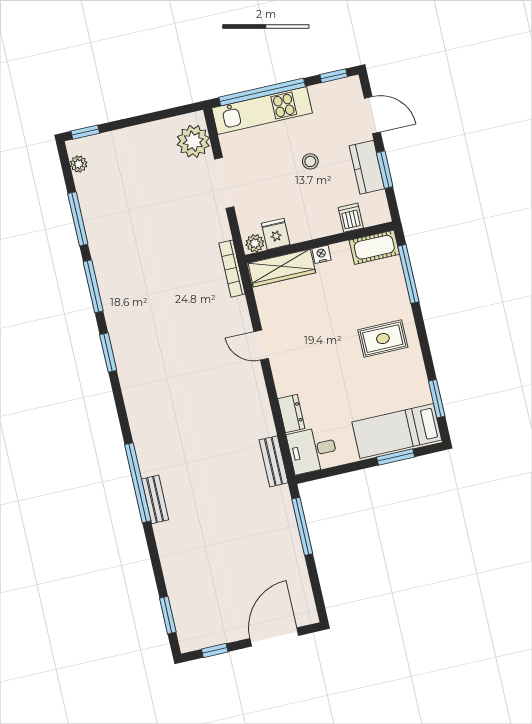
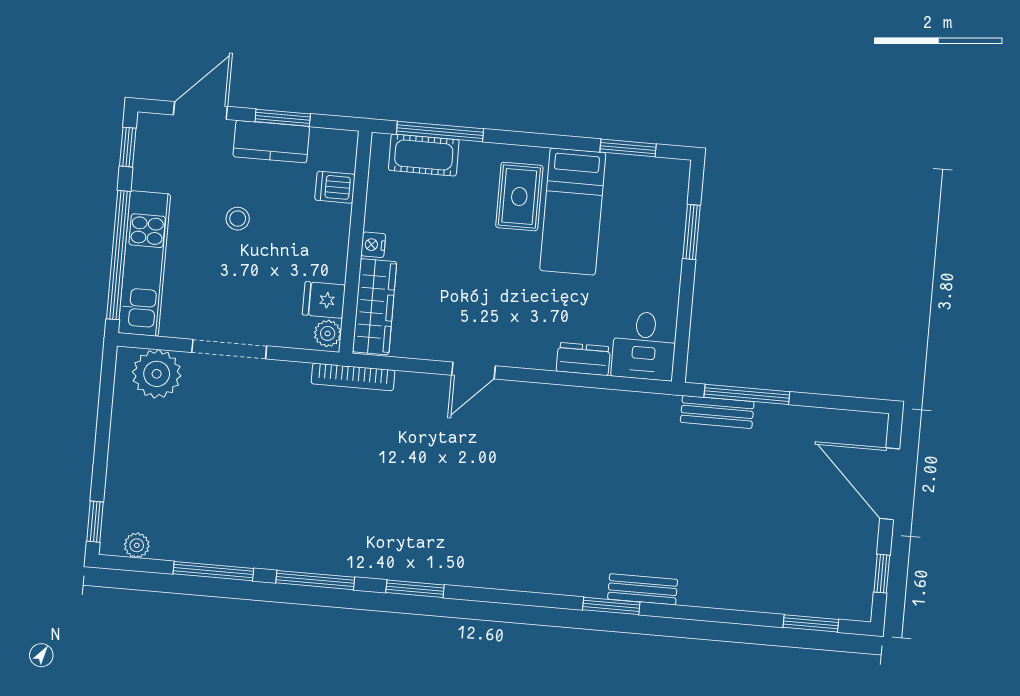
cot: (374, 247) -> (424, 155), moved, turned 90
bed: (397, 431) -> (573, 211), moved
bench: (274, 461) -> (717, 412), moved
window: (138, 483) -> (611, 606), width x0.47

